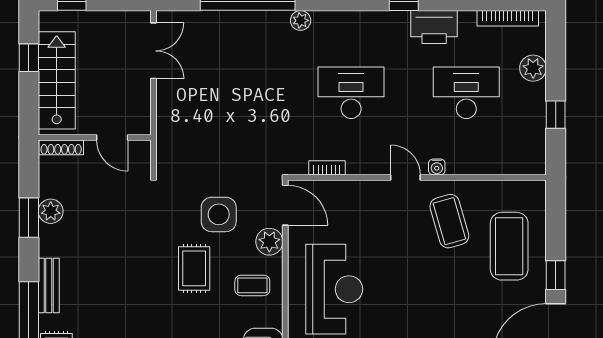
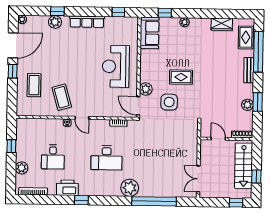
plant: (301, 20) -> (130, 188), width x1.87, depth x1.87
desk: (466, 93) -> (53, 157), width x0.73
coffee table: (509, 246) -> (34, 85), width x0.73, depth x0.76
rug: (194, 268) -> (181, 77), turned 90
coffee table: (252, 285) -> (154, 69), removed

